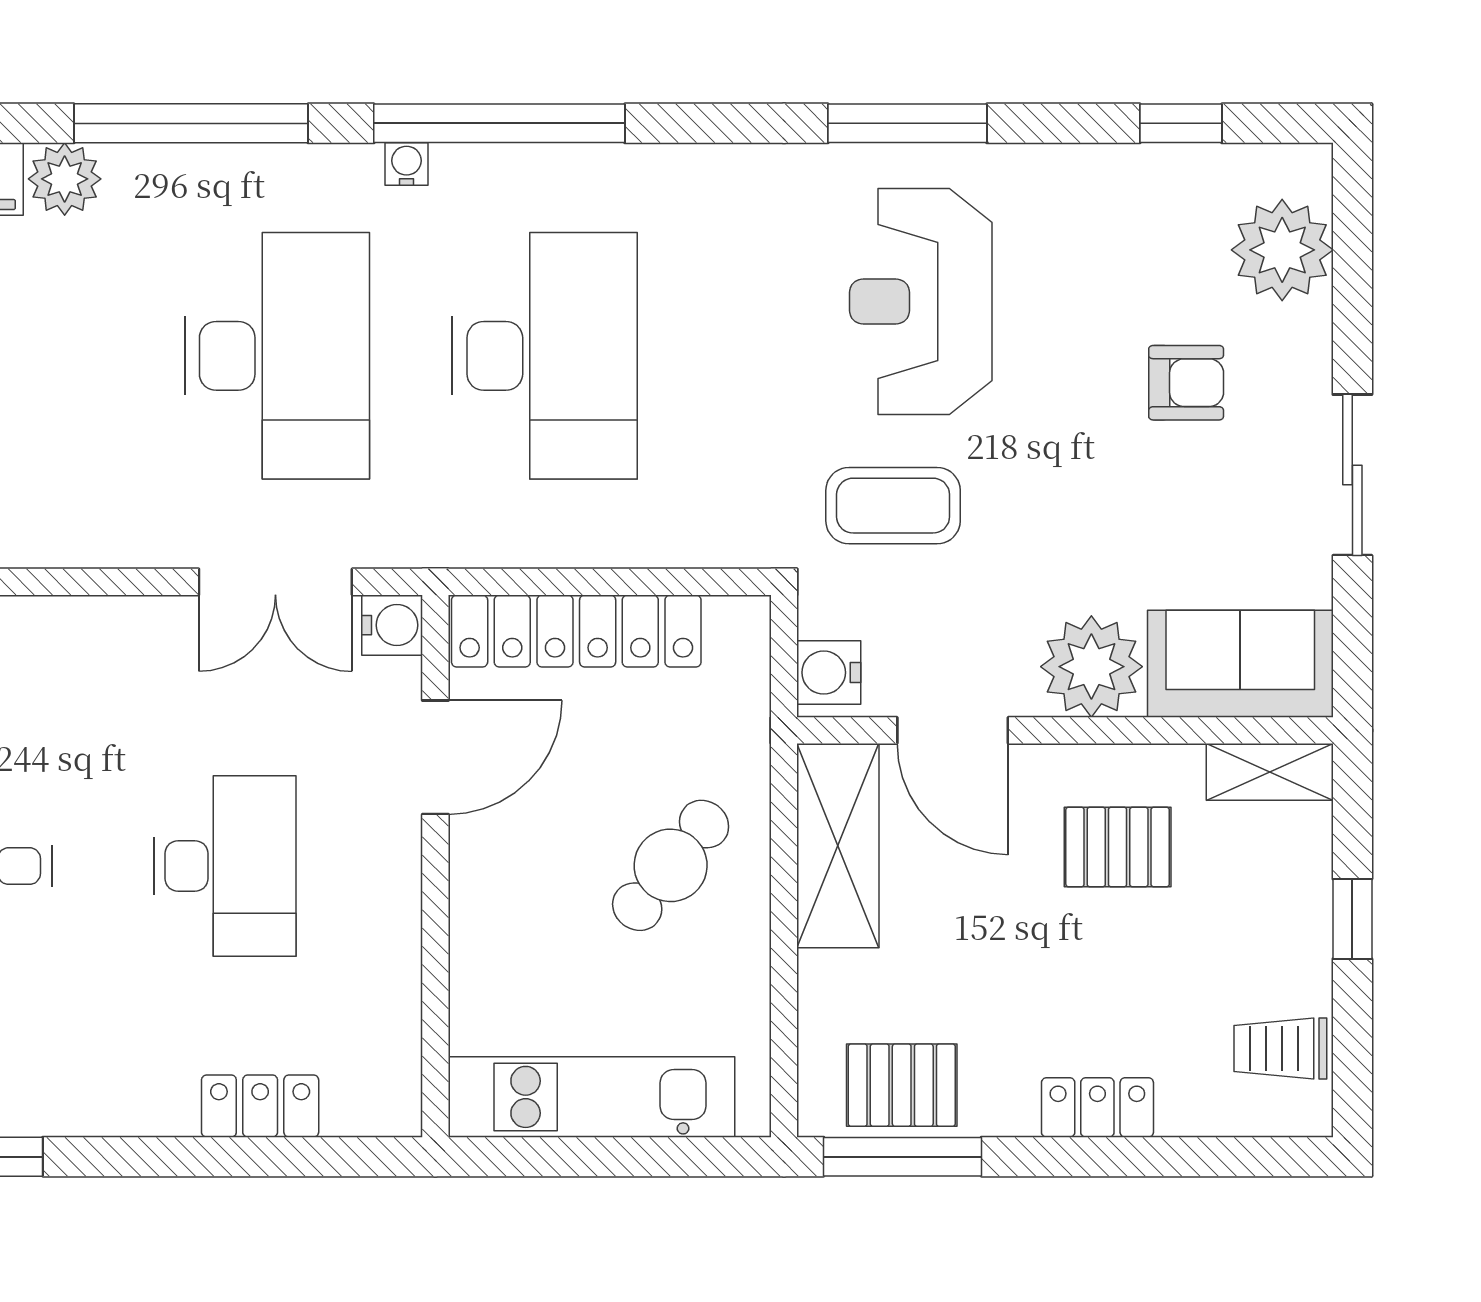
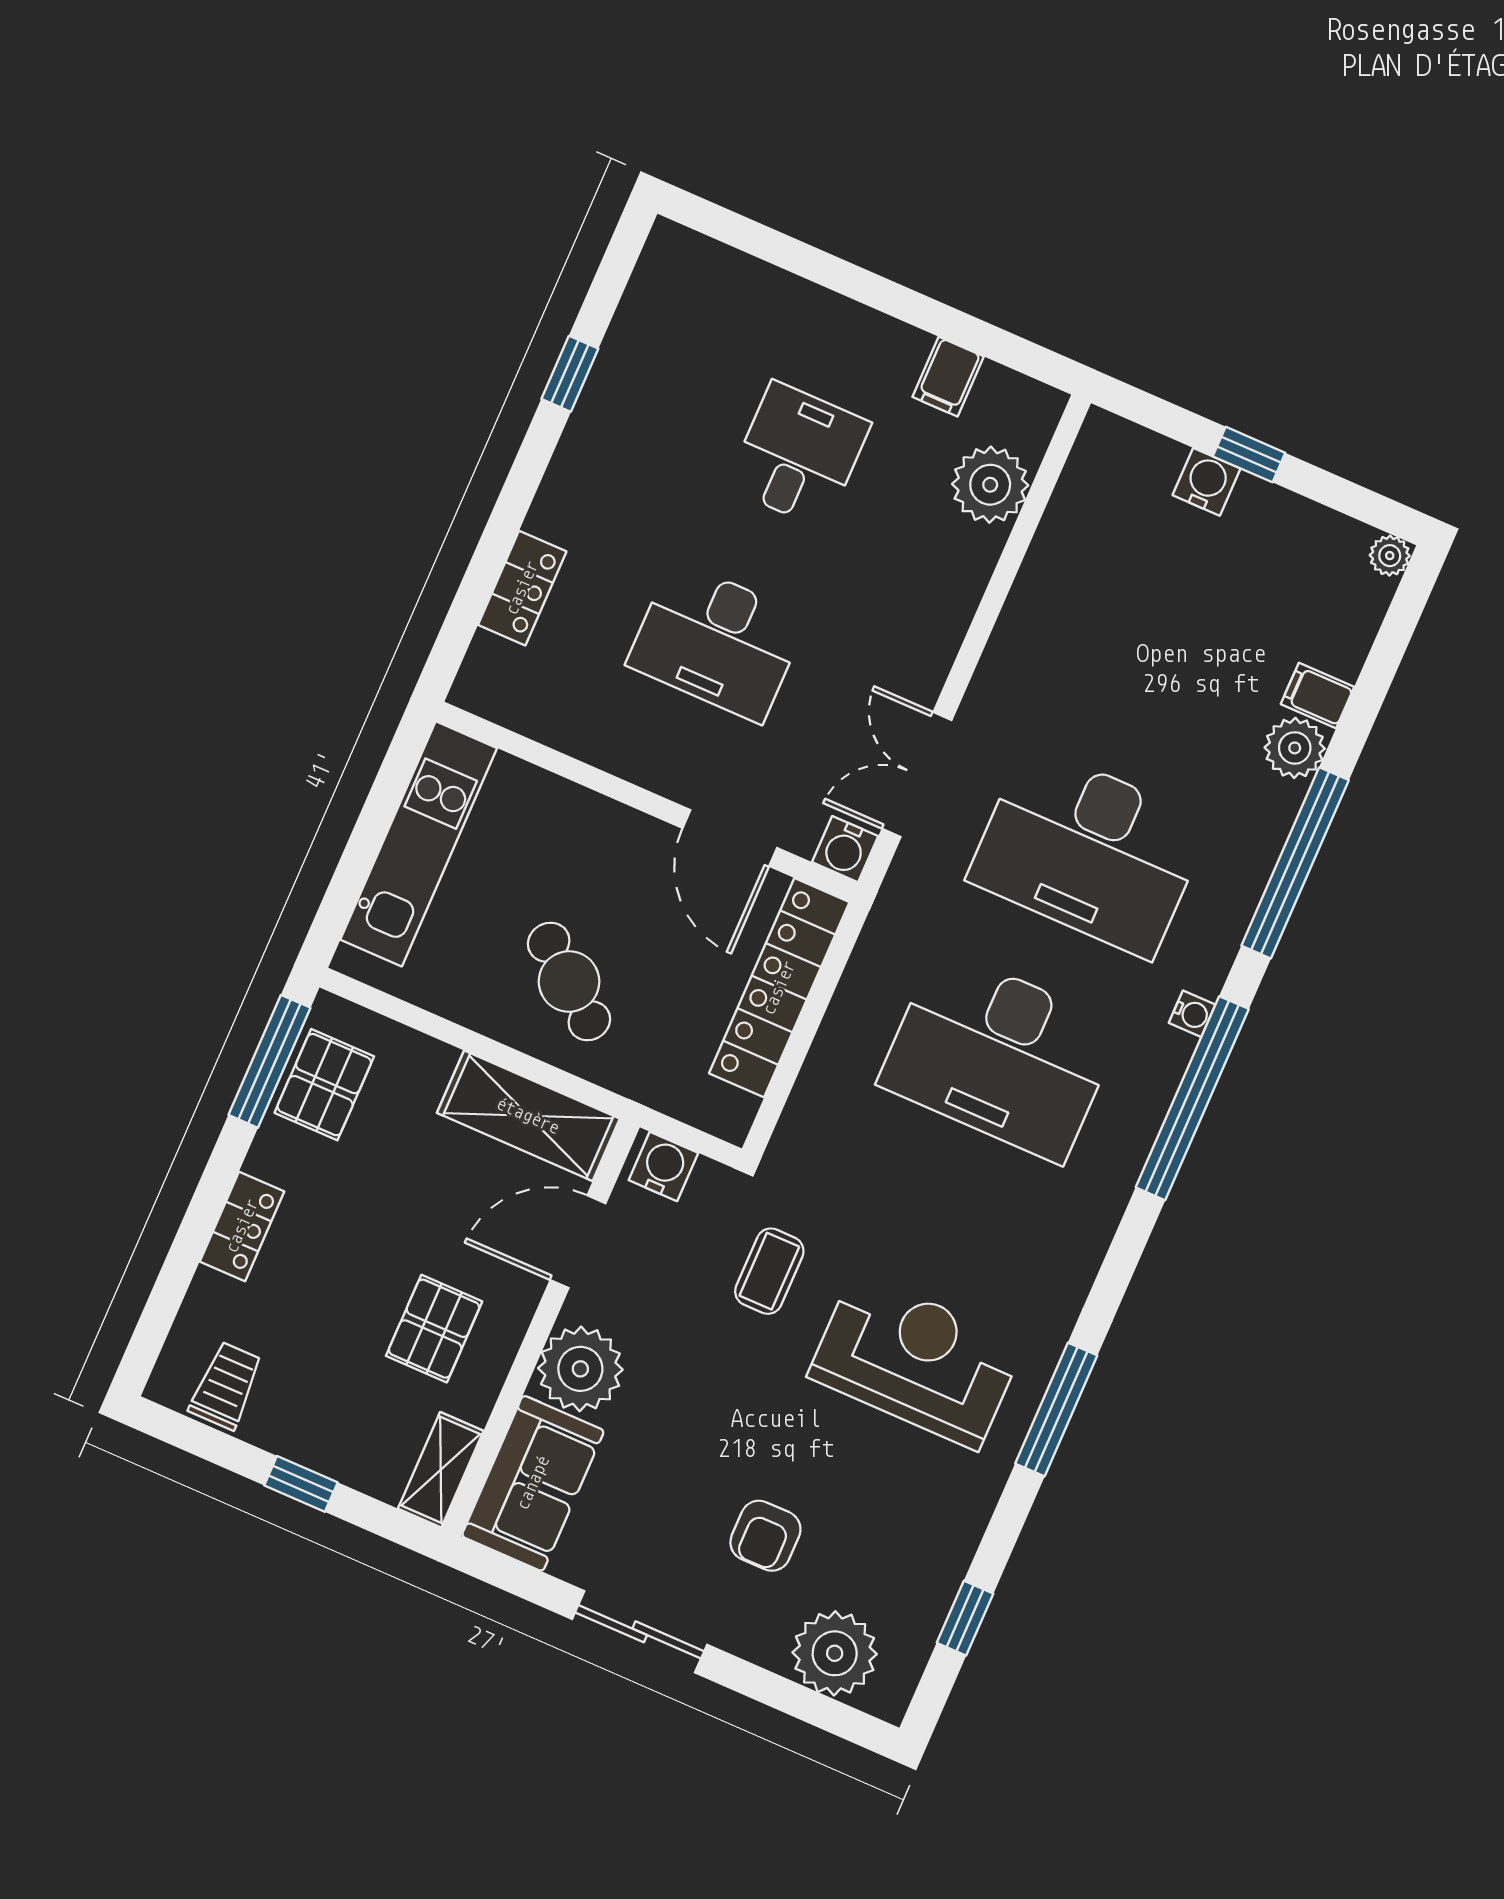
coffee table: (893, 506) -> (769, 1271), width x0.73, depth x0.77

